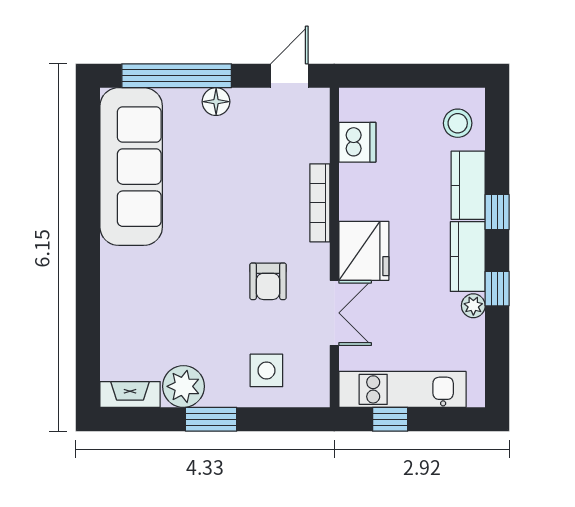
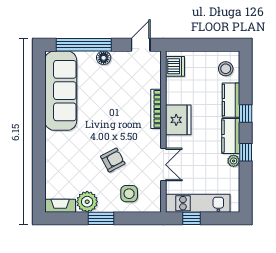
dishwasher: (357, 142) -> (175, 66), moved
fridge: (364, 251) -> (178, 120), moved
armchair: (268, 281) -> (113, 160), moved, turned -118

